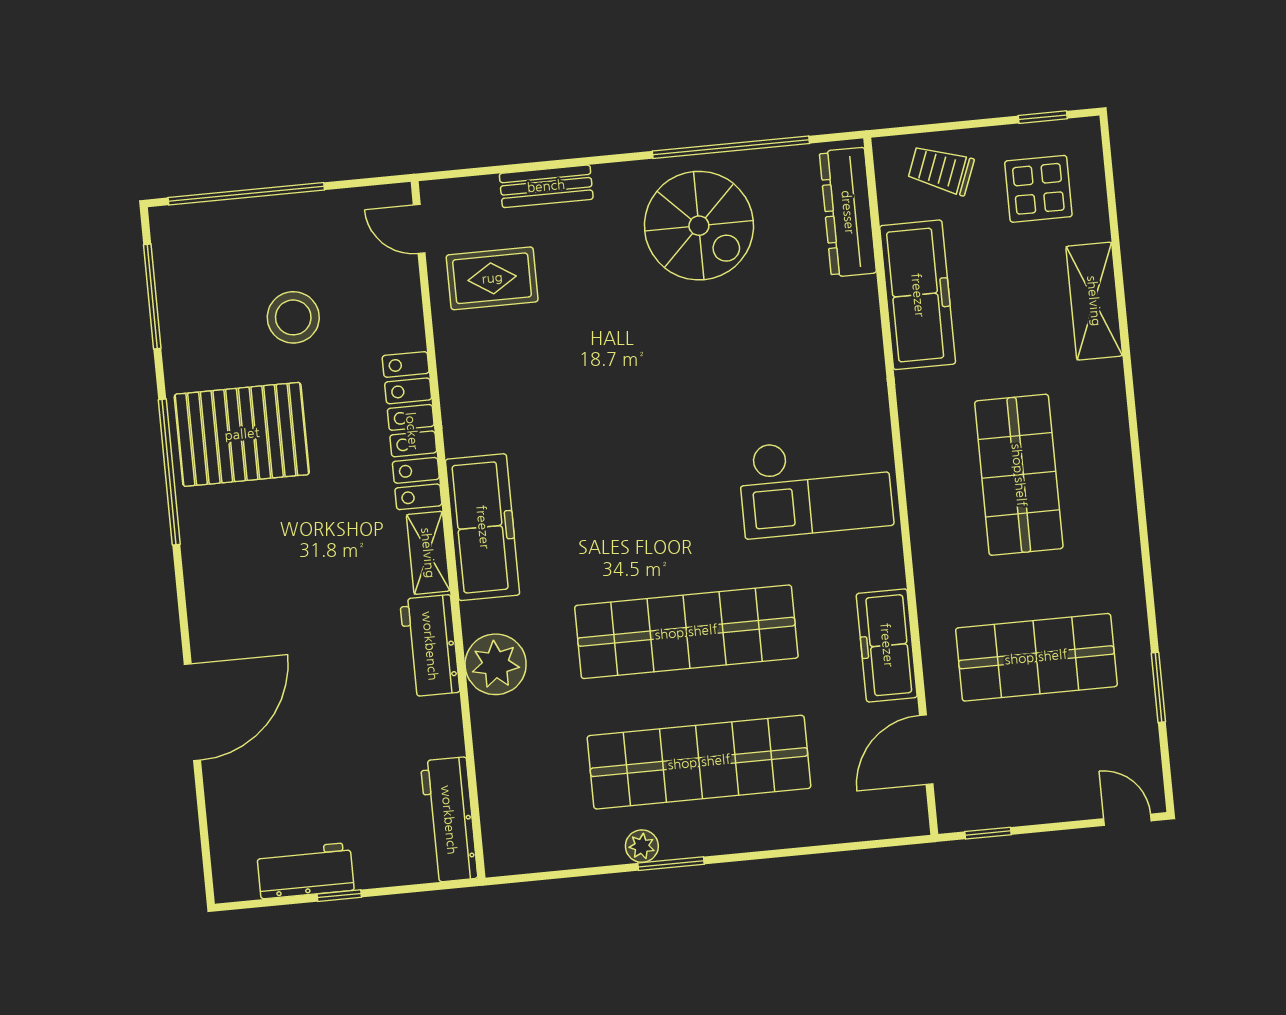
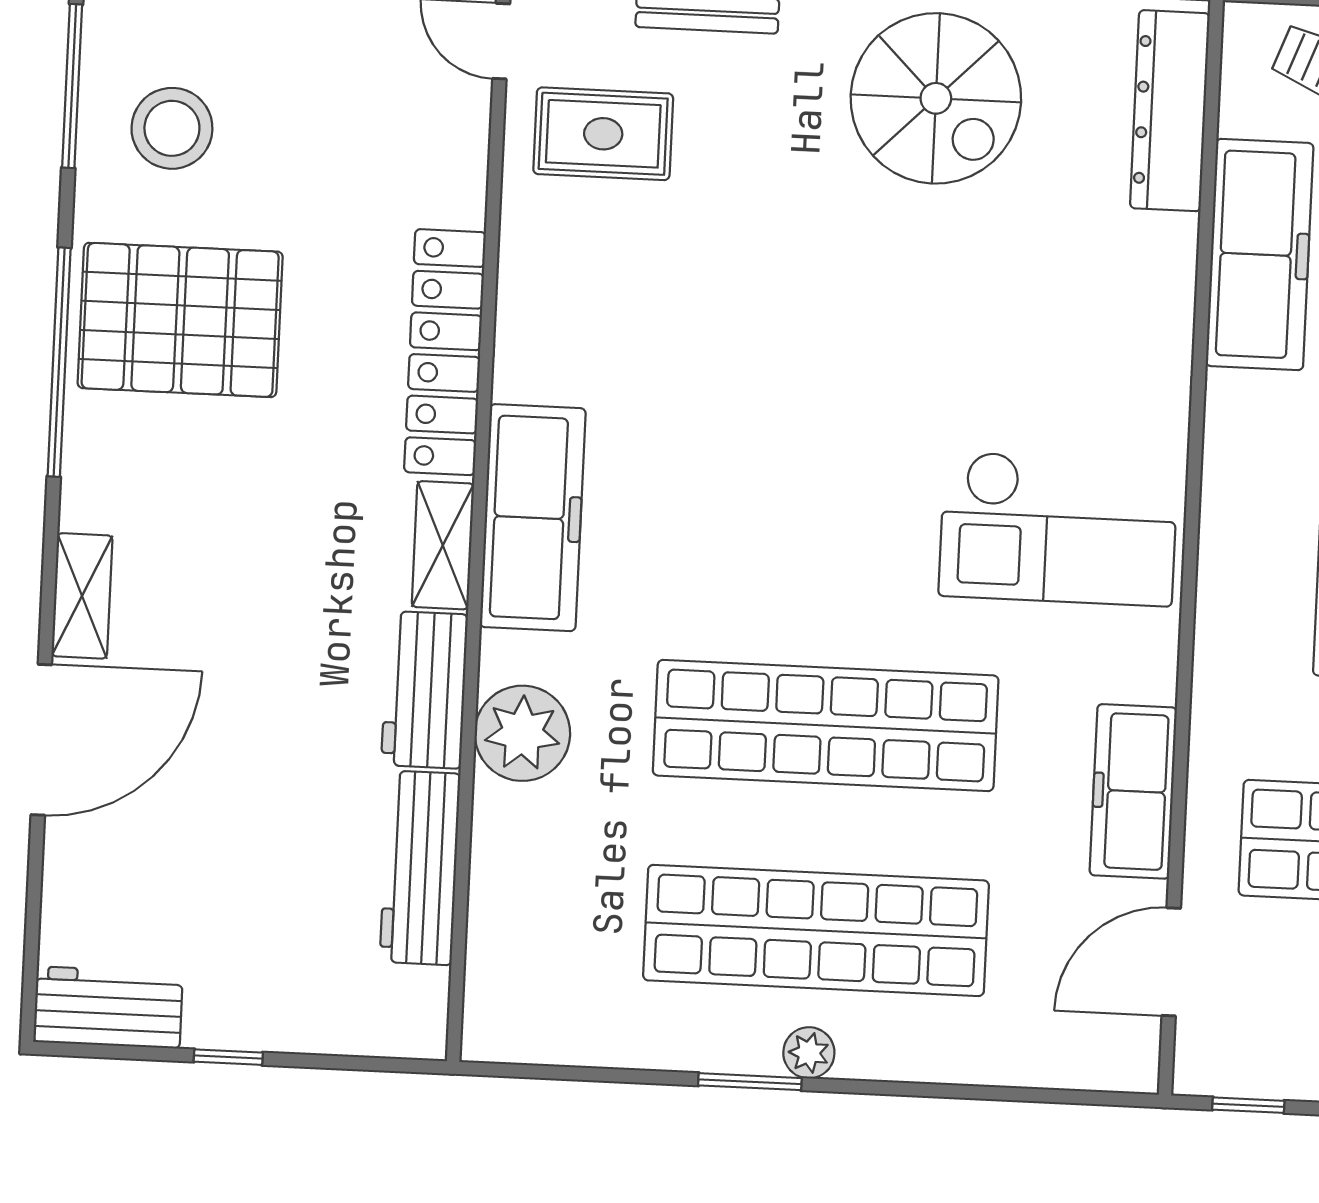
stool: (293, 317) -> (172, 128), moved
shelving: (205, 618) -> (82, 596), added
workbench: (449, 820) -> (420, 868), moved
plant: (642, 846) -> (809, 1053), moved
workbench: (305, 871) -> (108, 1007), moved

